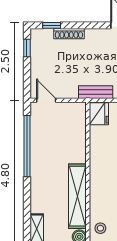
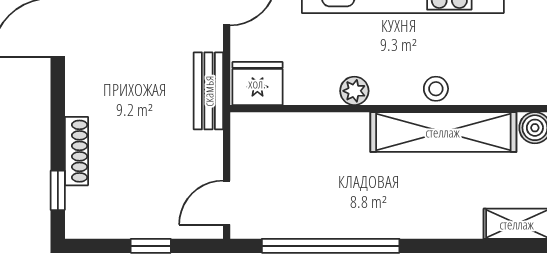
window: (27, 48) -> (151, 246), moved
plant: (96, 157) -> (354, 91), added
stool: (100, 228) -> (436, 89), moved

